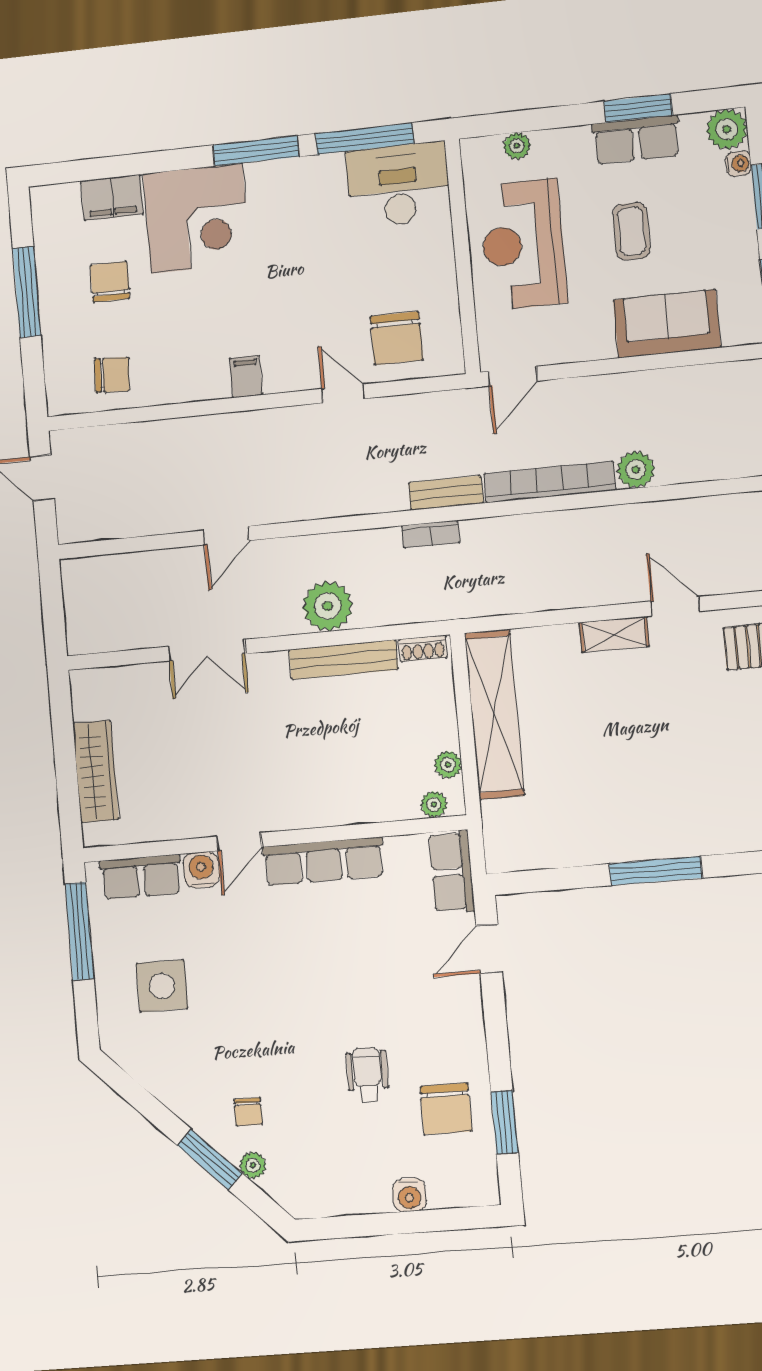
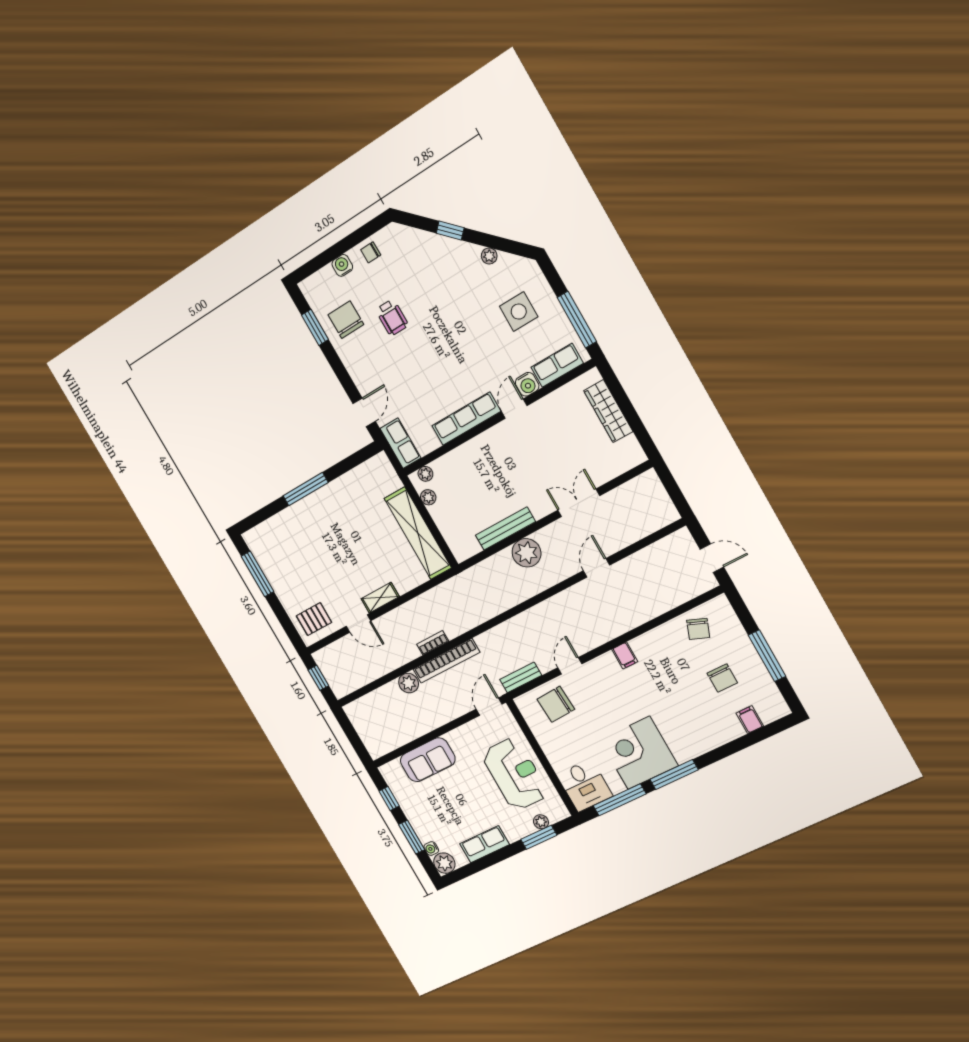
window: (638, 108) -> (539, 837), moved
desk: (398, 185) -> (585, 785), width x0.73
filing cabinet: (112, 198) -> (750, 720), width x0.50
corner desk: (197, 218) -> (639, 753), moved
coffee table: (631, 231) -> (466, 799), removed
chair: (396, 338) -> (556, 704), turned -93
chair: (112, 375) -> (698, 629), turned -72
door: (343, 394) -> (570, 666), swing flipped
bench: (446, 493) -> (521, 677), moved
bookcase: (431, 534) -> (433, 643), moved
shoe rack: (423, 648) -> (468, 551), removed
chair: (248, 1112) -> (371, 252), moved, turned -90
window: (210, 1159) -> (450, 231), width x0.67
plant: (253, 1165) -> (489, 256), moved

